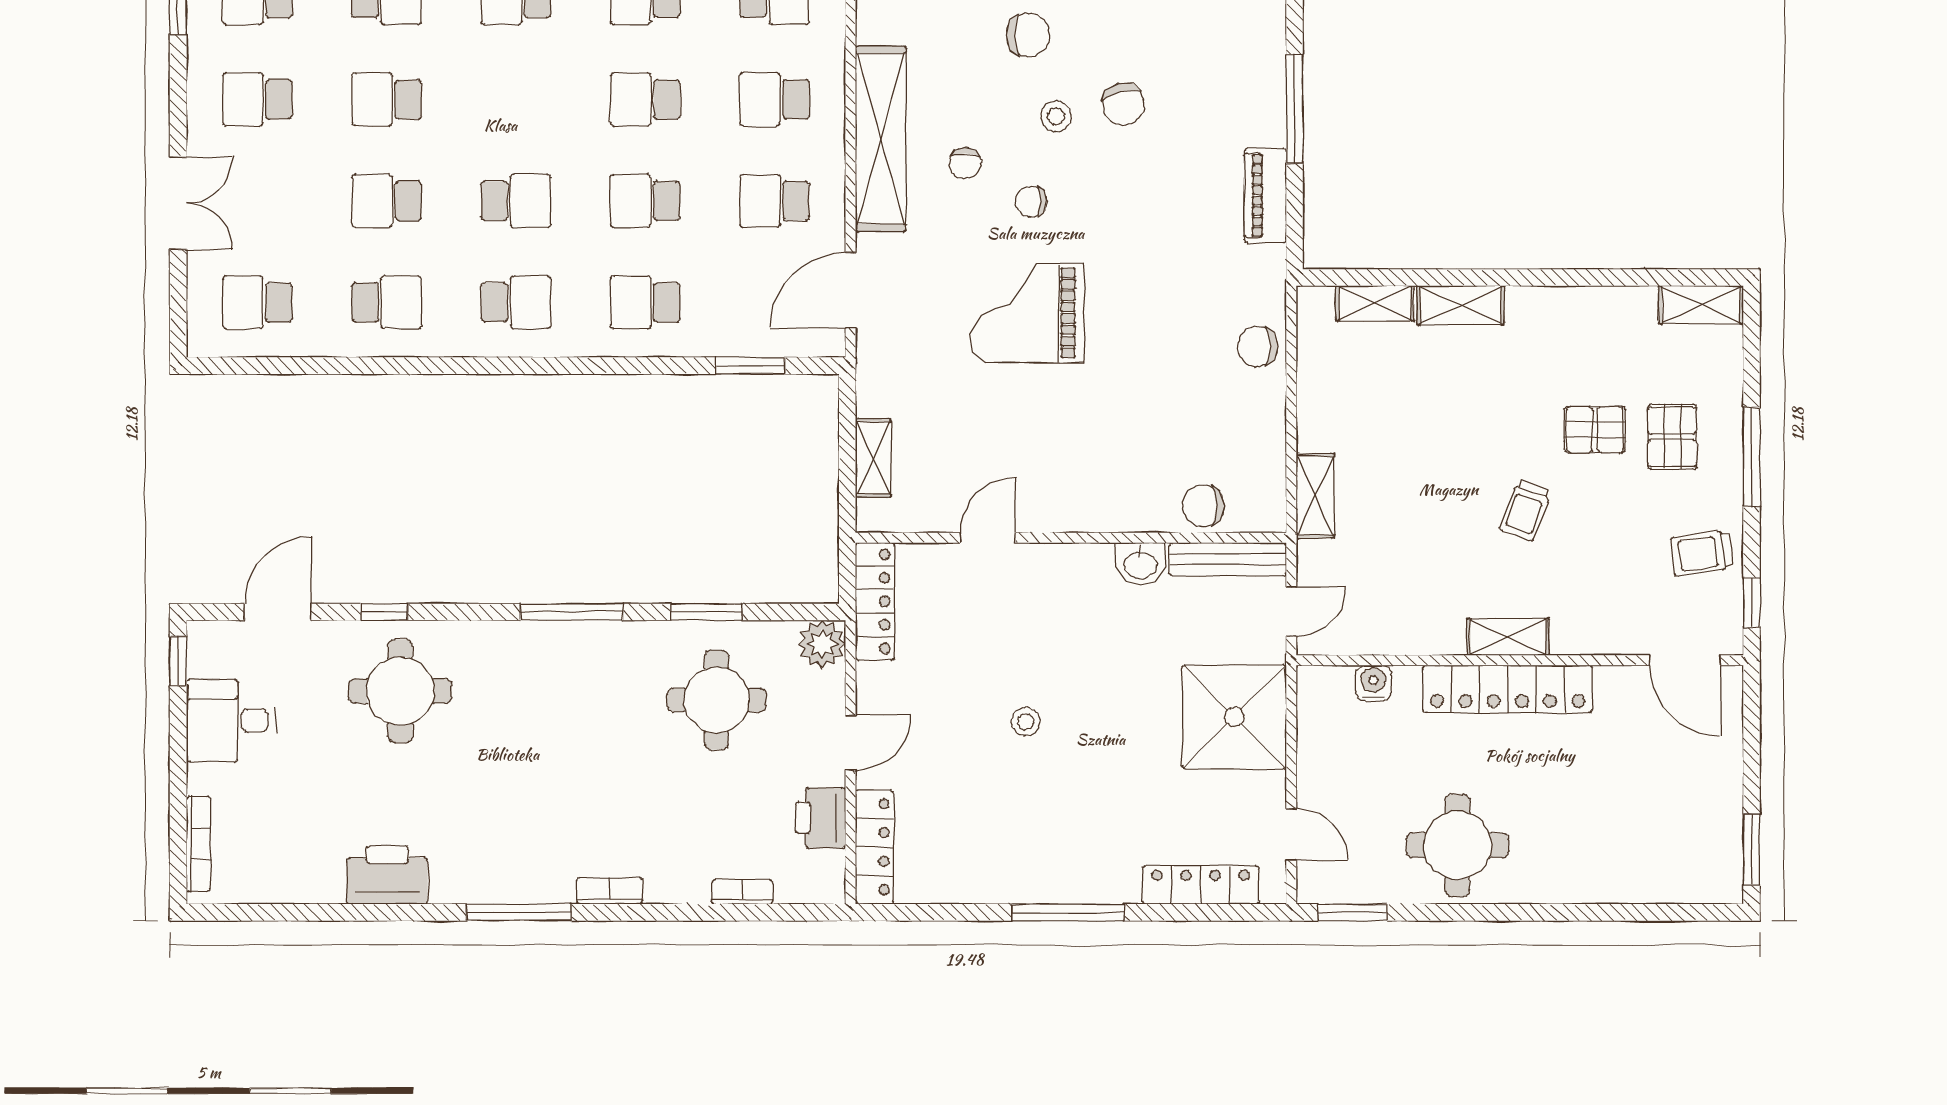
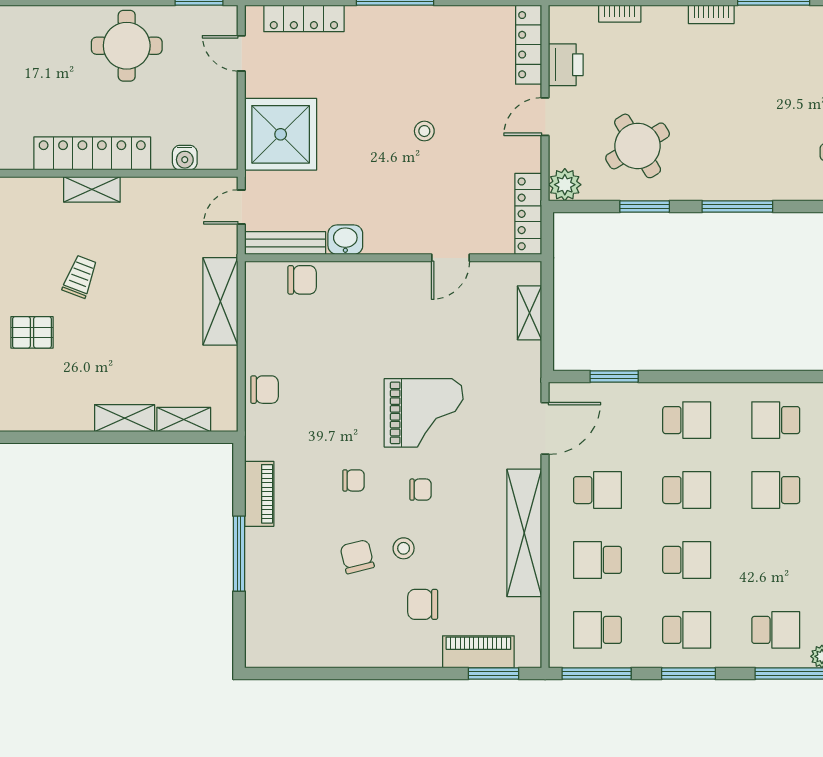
school desk: (775, 99) -> (598, 560), turned 180
chair: (965, 163) -> (354, 480), moved, turned 90
shelving: (1315, 496) -> (220, 301), width x1.50, depth x1.33
round table: (717, 700) -> (638, 146), turned -31

